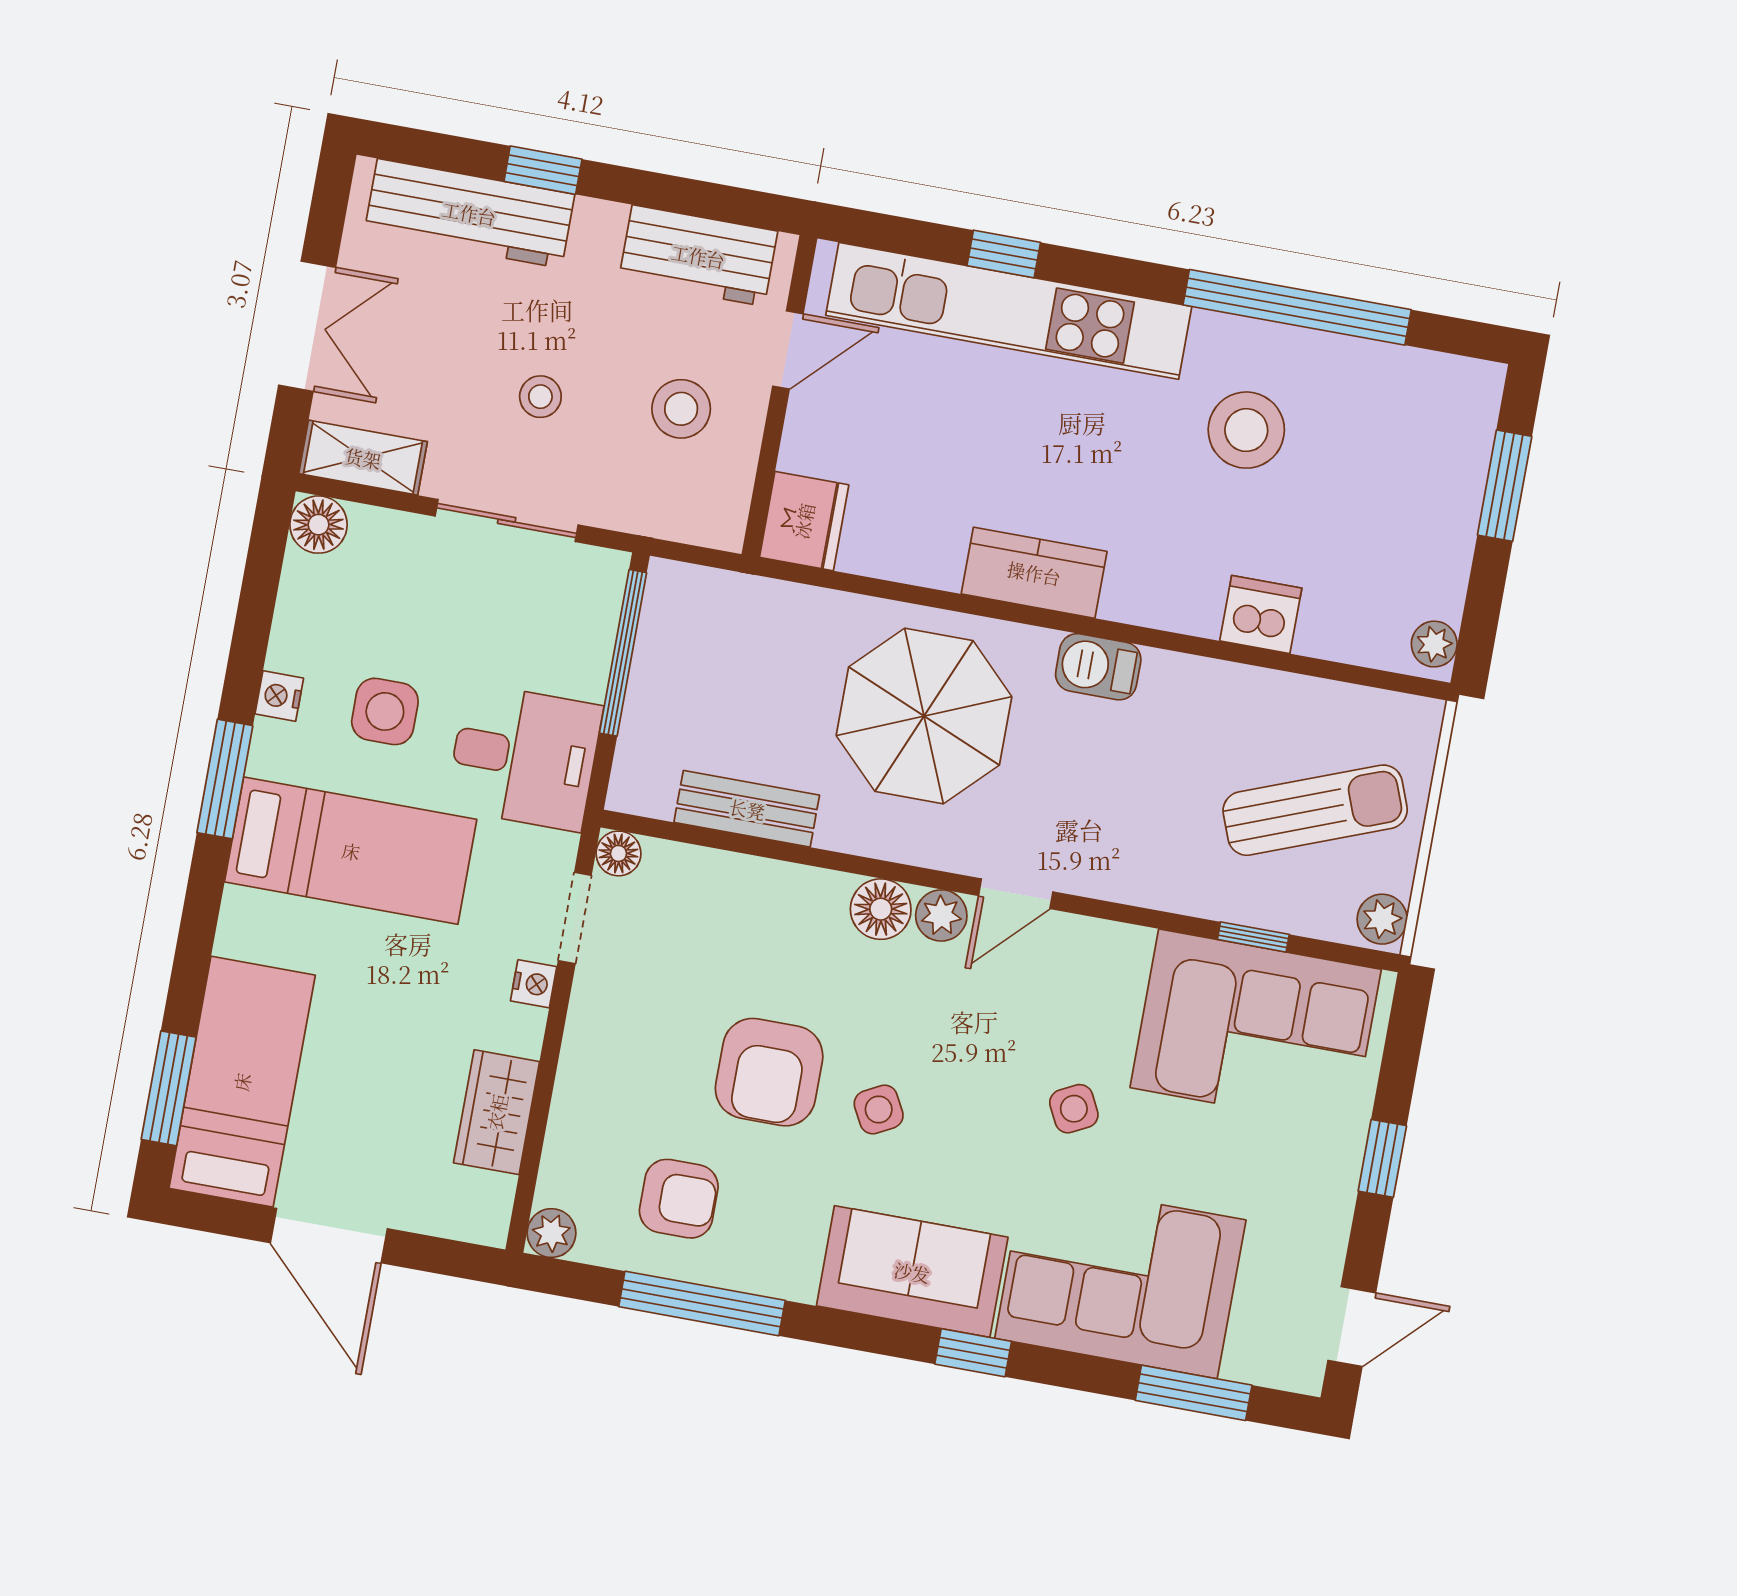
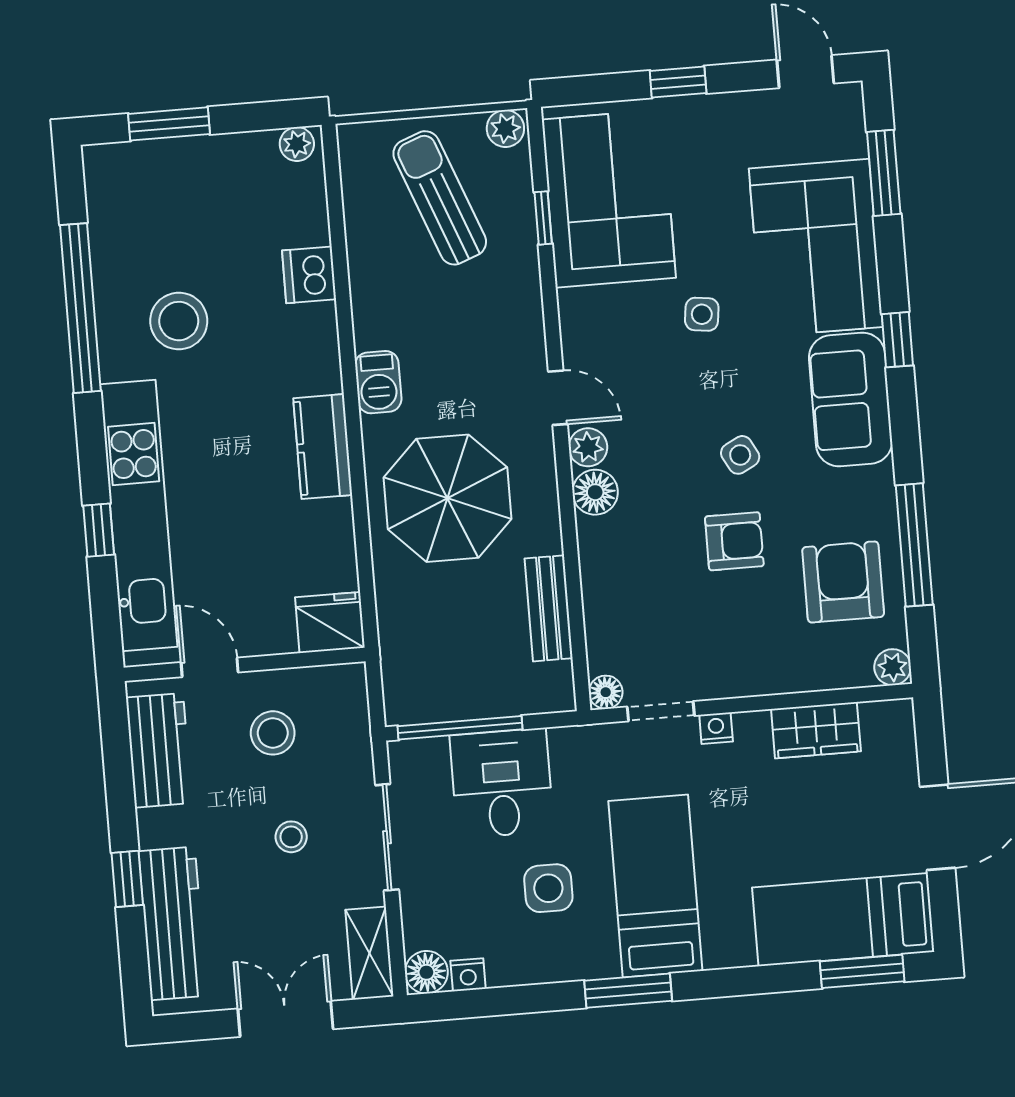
nightstand: (279, 696) -> (468, 975), moved
desk: (524, 757) -> (502, 783), moved
armchair: (769, 1072) -> (734, 541), width x0.72, depth x0.72
side table: (1074, 1109) -> (702, 314), turned 34
armchair: (679, 1199) -> (843, 582), width x1.38, depth x1.38

